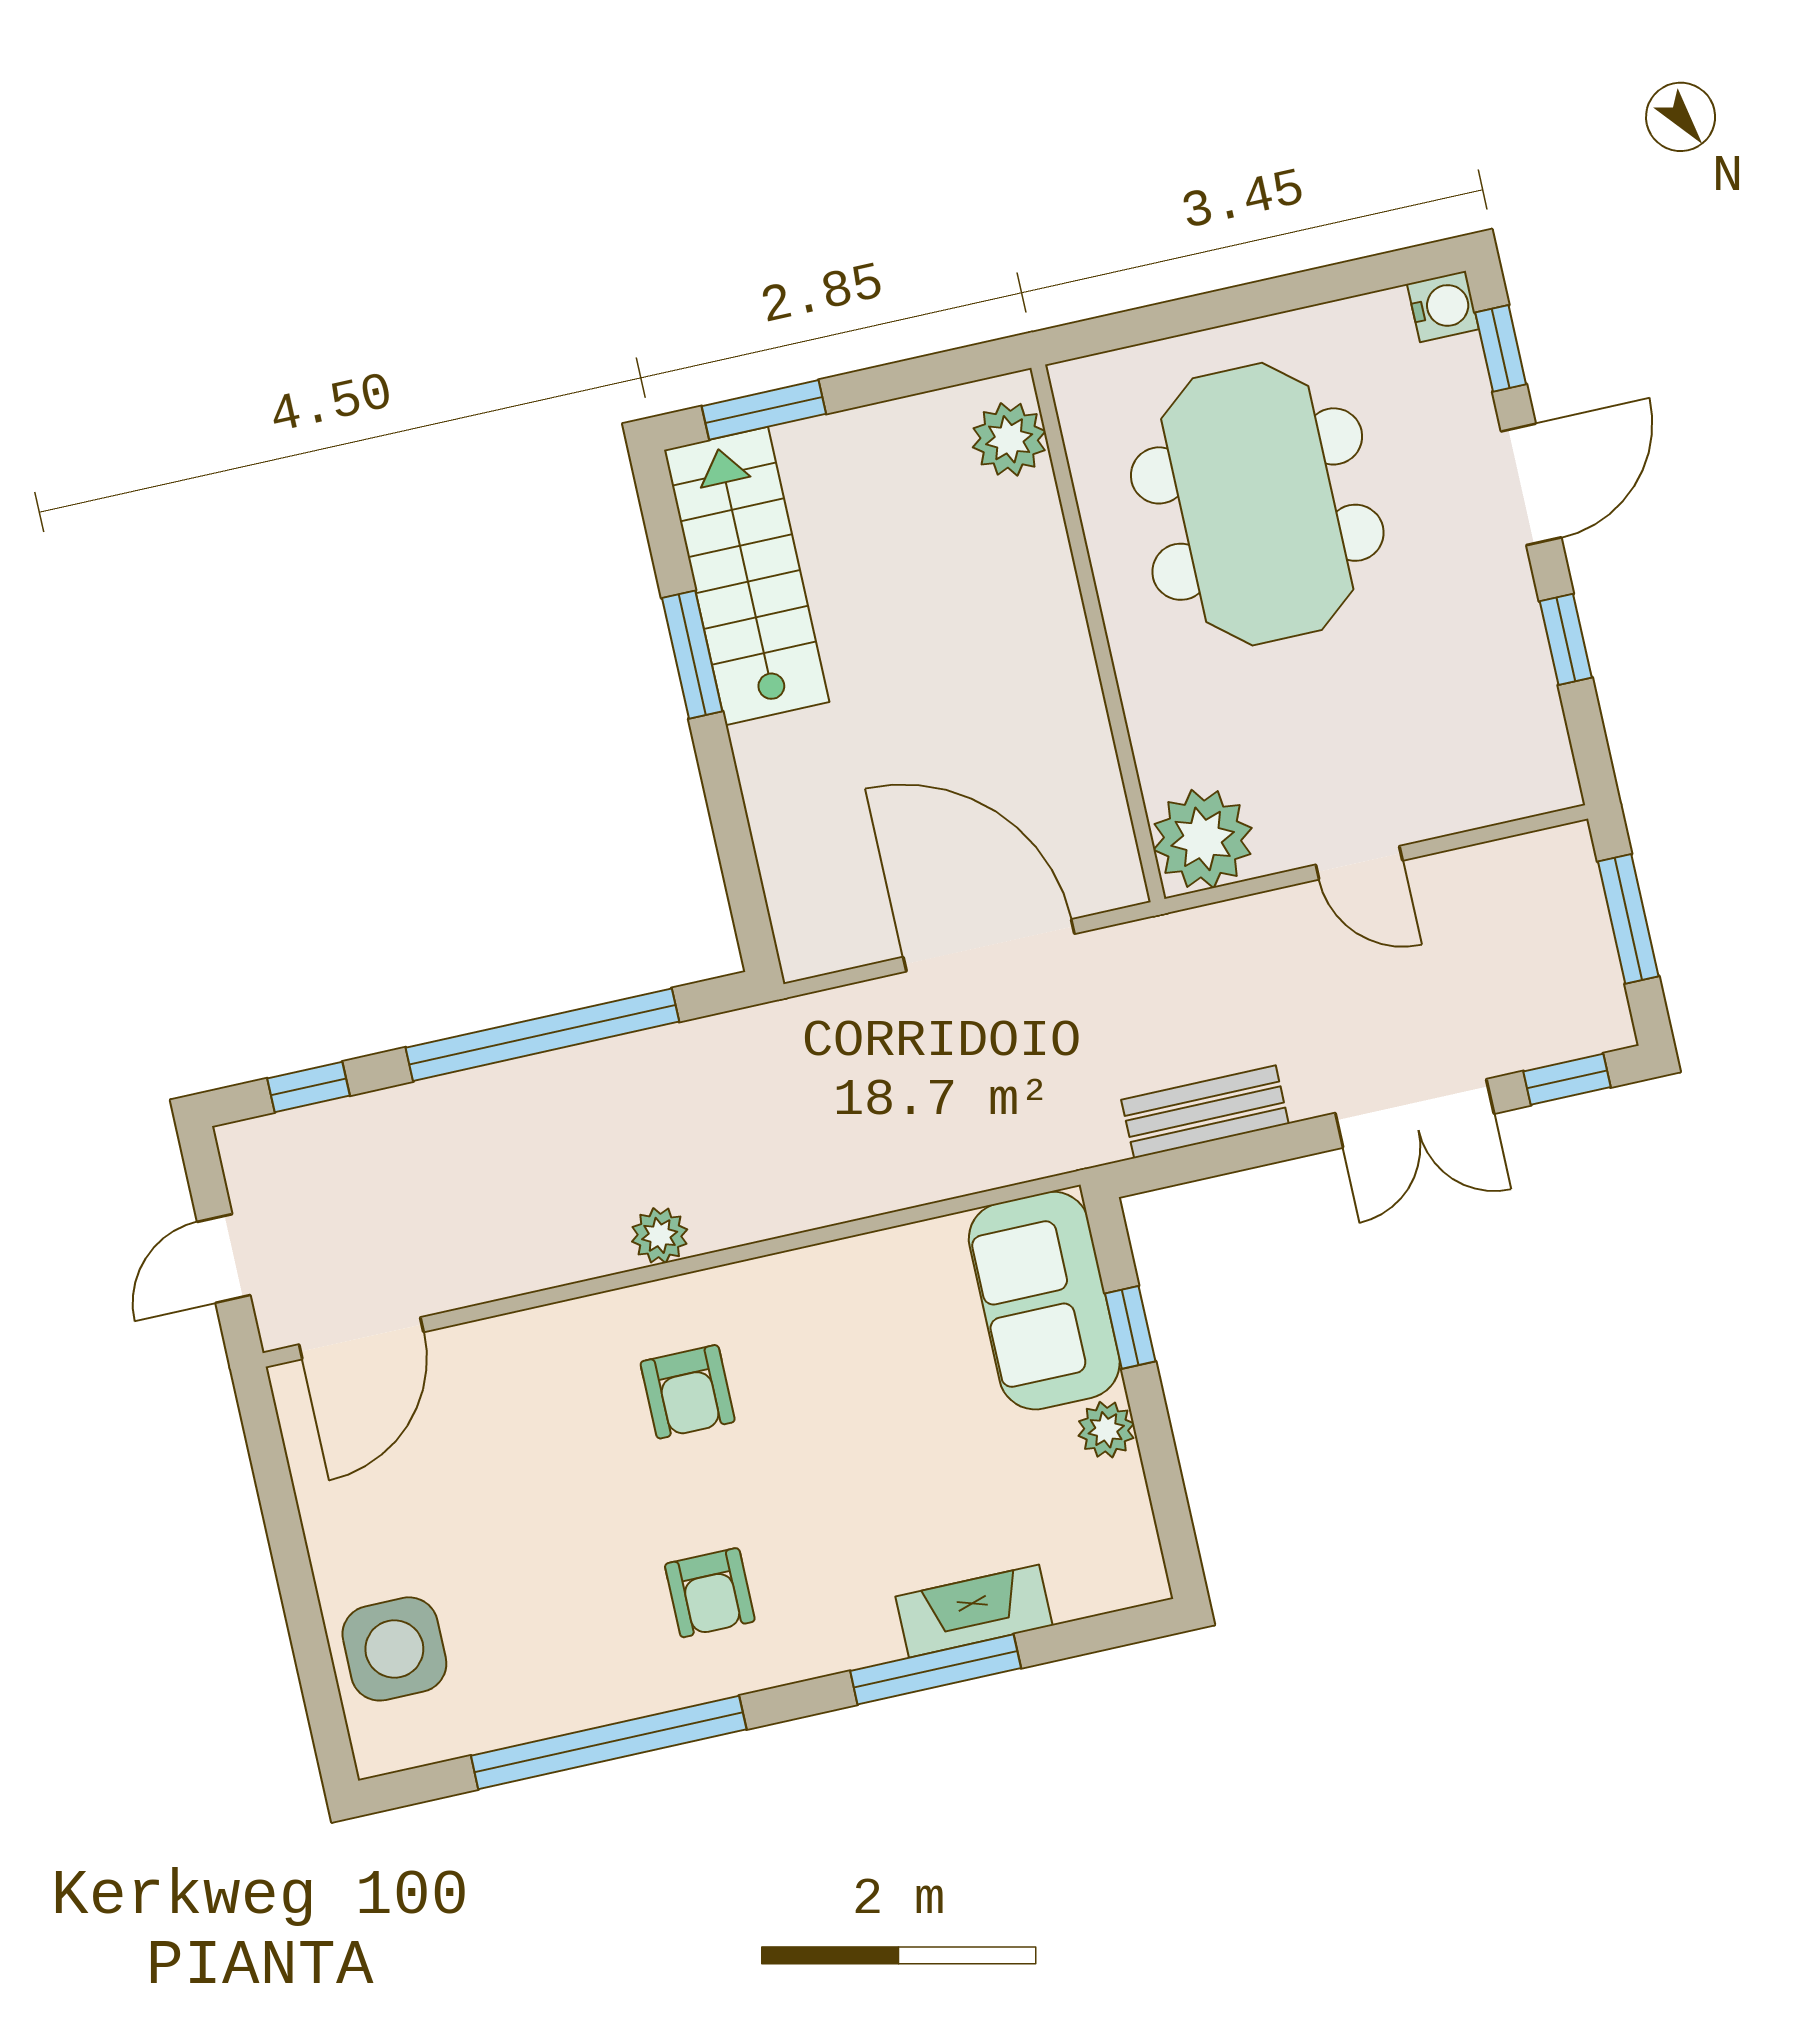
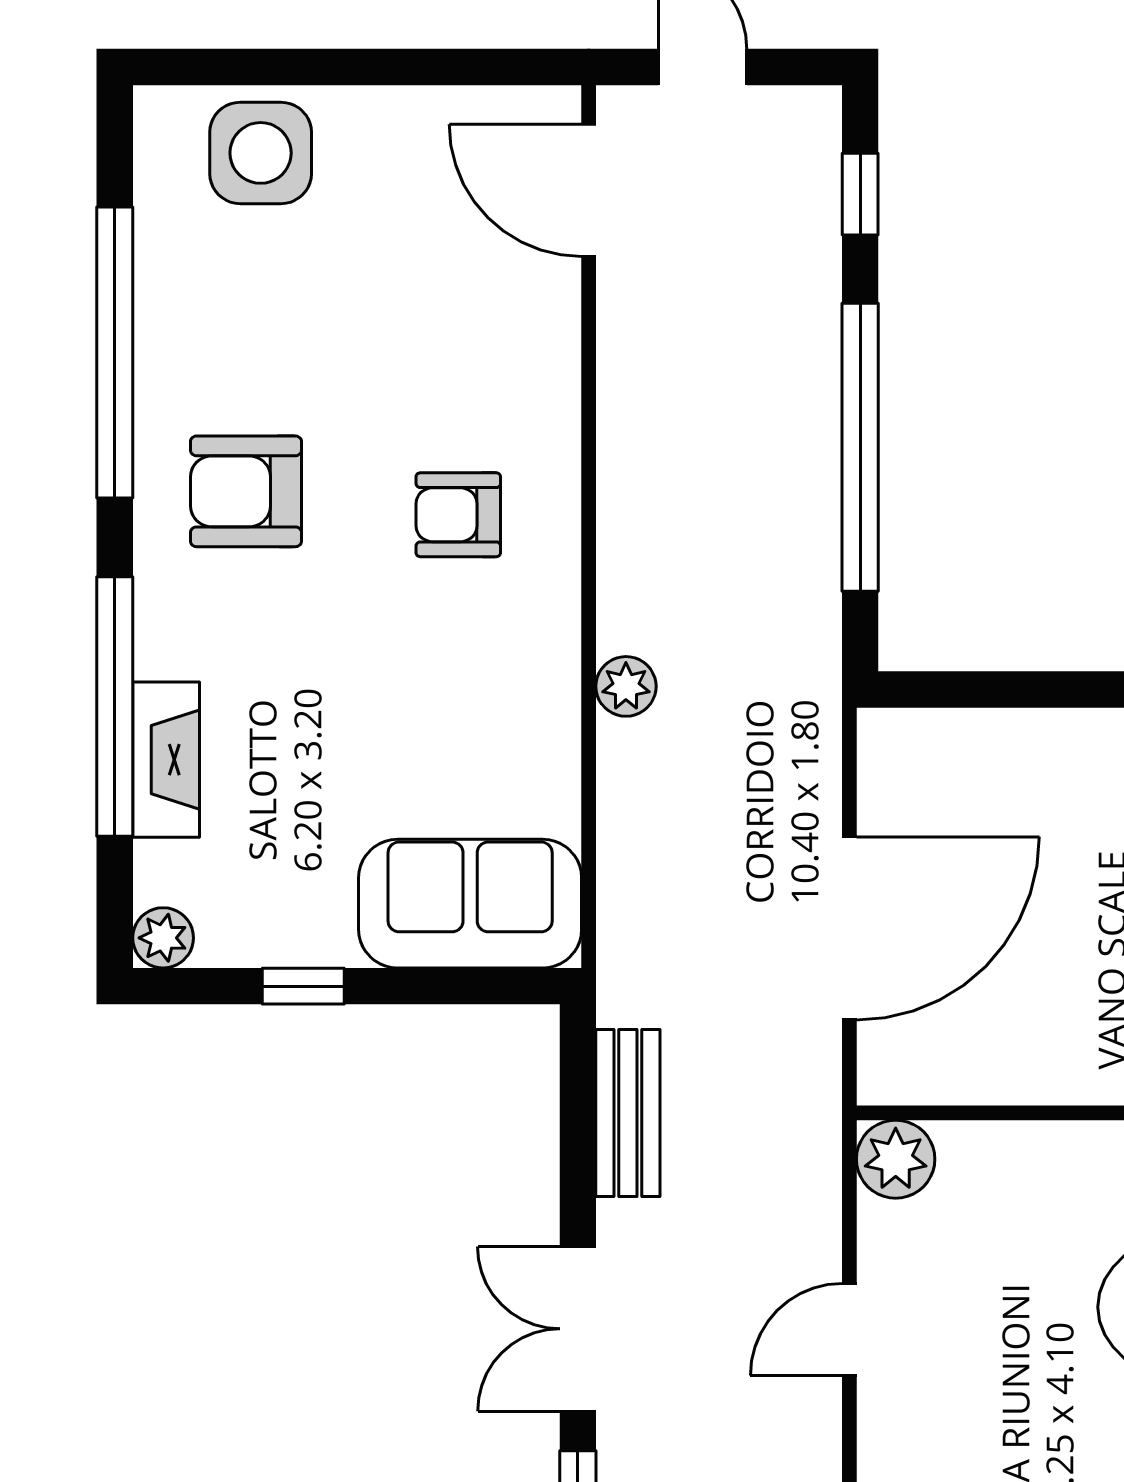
plant: (1203, 839) -> (896, 1159), width x0.73, depth x0.73
plant: (660, 1235) -> (626, 686), moved
window: (1130, 1327) -> (303, 986), moved
plant: (1106, 1430) -> (163, 938), moved
armchair: (710, 1593) -> (246, 491), width x1.38, depth x1.38
window: (936, 1669) -> (115, 707), width x1.46

